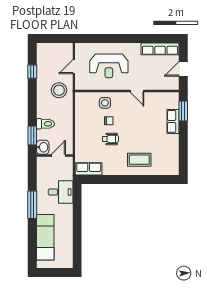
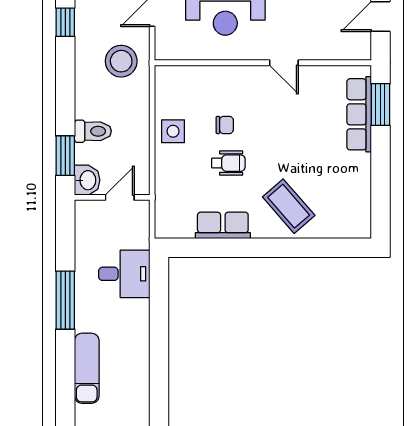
side table: (105, 103) -> (173, 131), moved
row of seats: (173, 121) -> (359, 114), width x1.48
coffee table: (139, 160) -> (289, 206), turned 49
row of seats: (89, 169) -> (223, 225), moved
exam couch: (45, 237) -> (87, 368), width x0.73, depth x0.69

